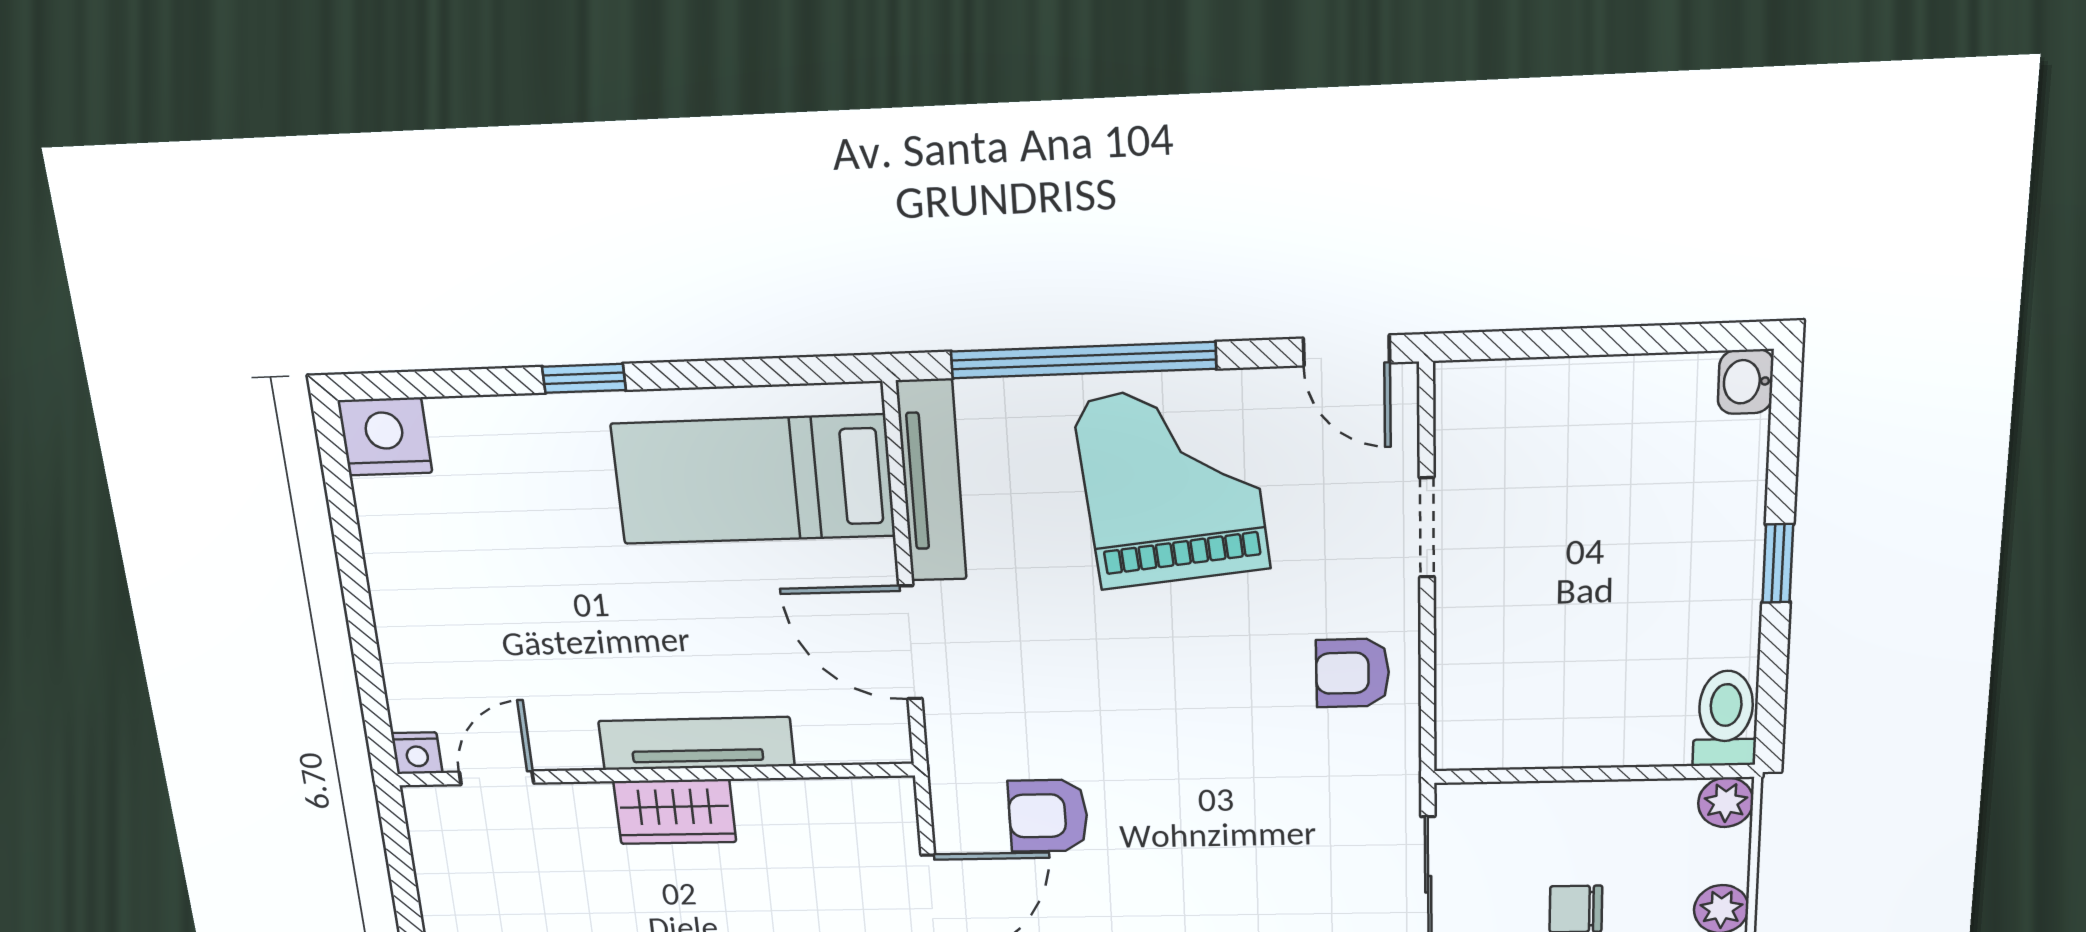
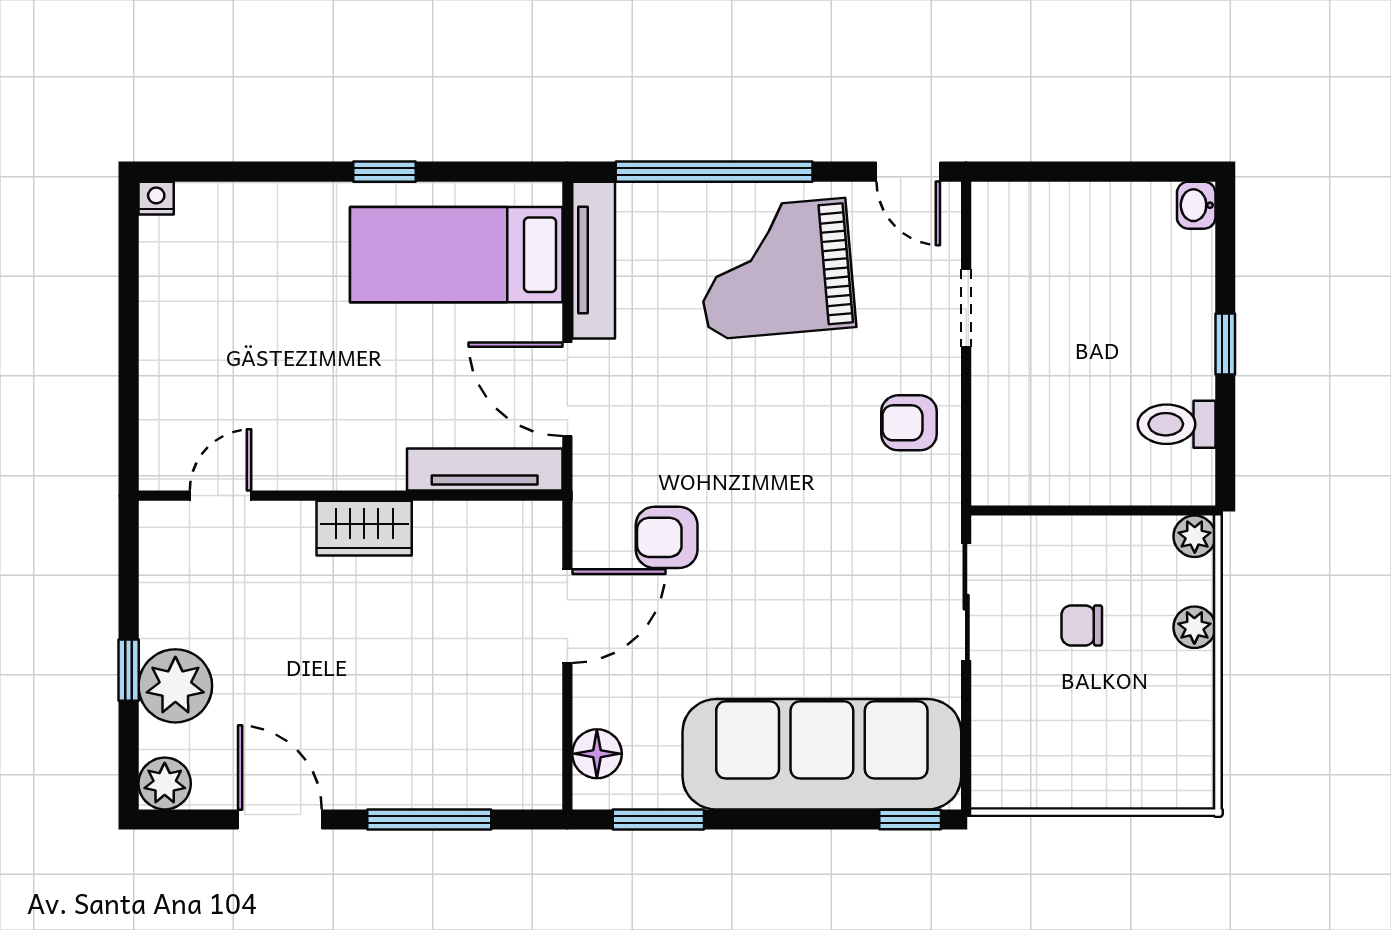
window: (584, 378) -> (385, 172), moved
nightstand: (385, 437) -> (156, 198), width x0.53, depth x0.56
grand piano: (1172, 485) -> (776, 269), turned -89
toilet: (1726, 718) -> (1177, 424), moved, turned -90
tv unit: (696, 743) -> (485, 470), moved
nightstand: (417, 753) -> (157, 473), removed

